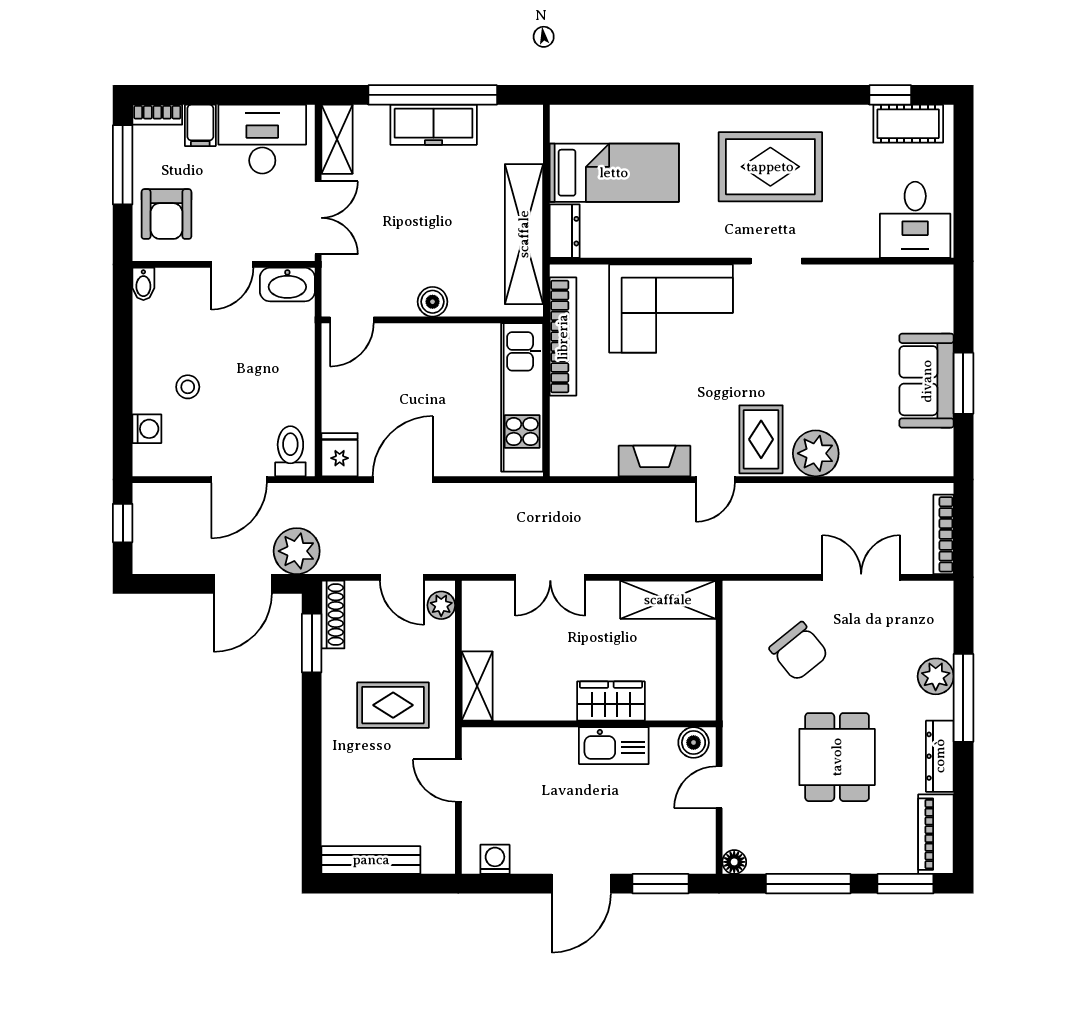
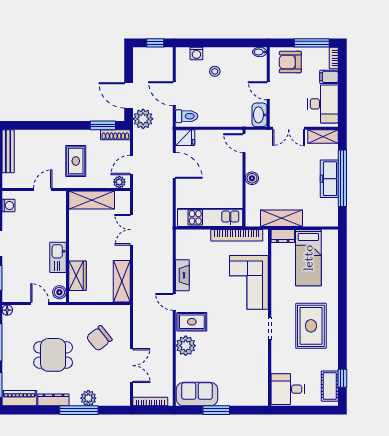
shelving: (524, 234) -> (281, 218), width x0.68
sofa: (927, 381) -> (197, 394), moved
shelving: (477, 686) -> (92, 200), width x1.50, depth x1.33
wardrobe: (611, 701) -> (77, 276), moved

